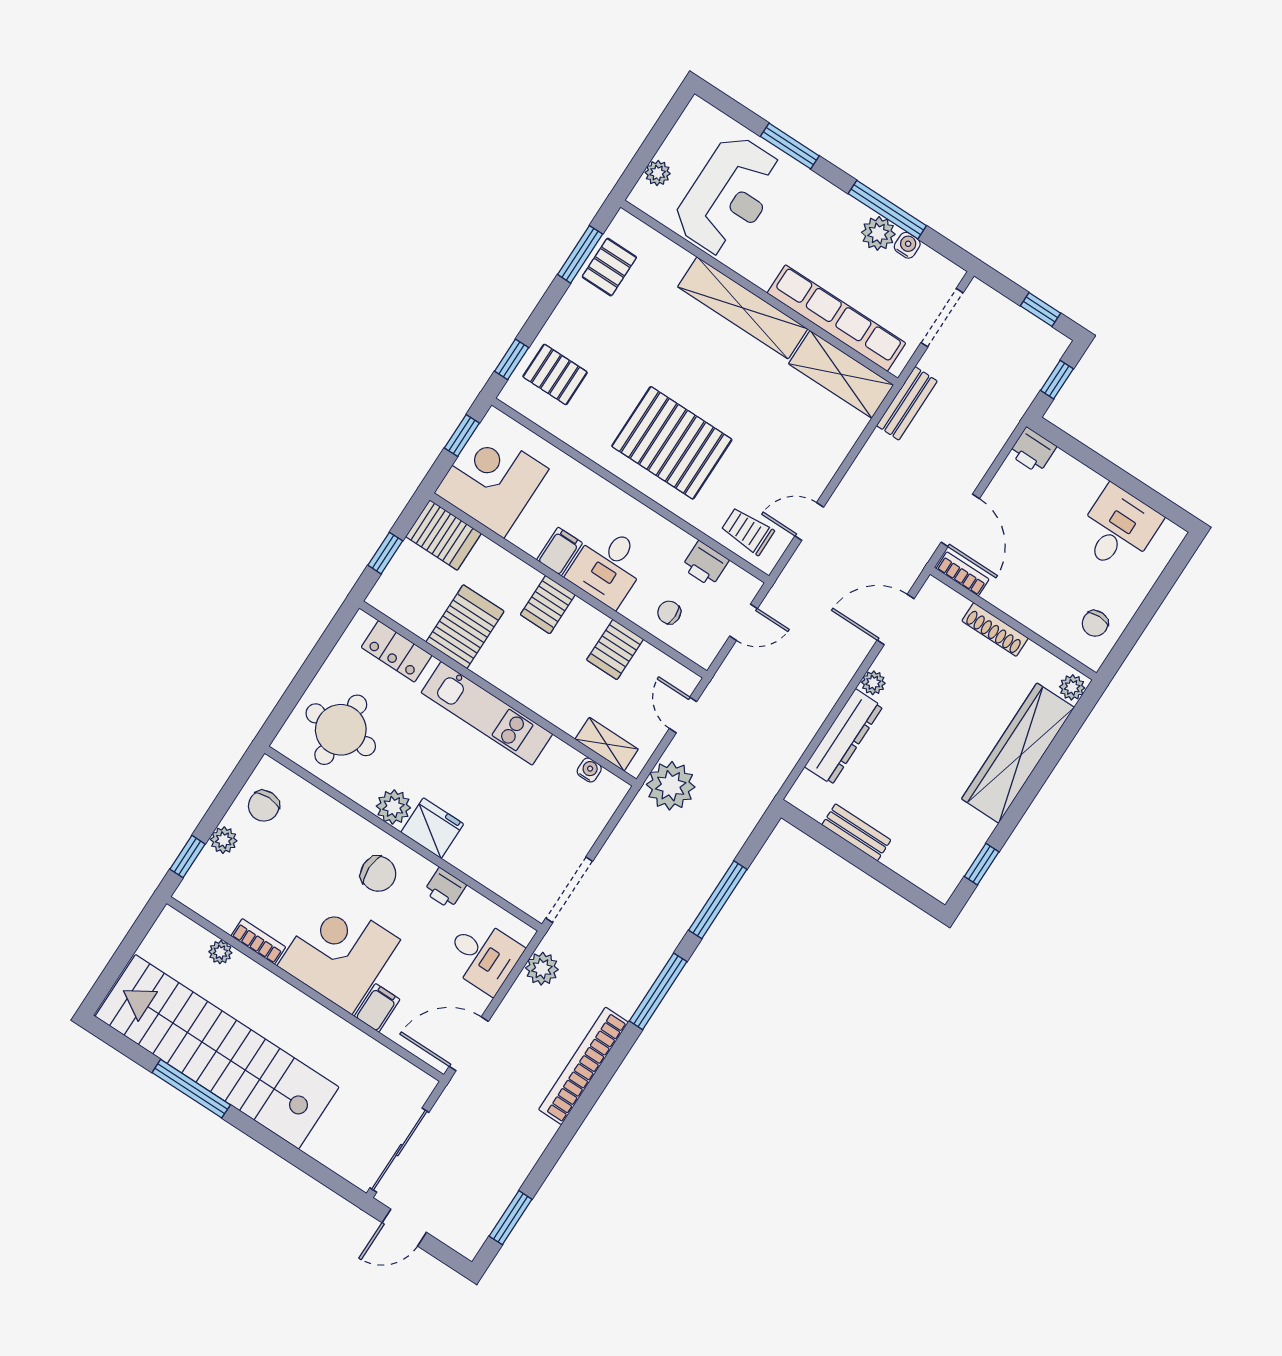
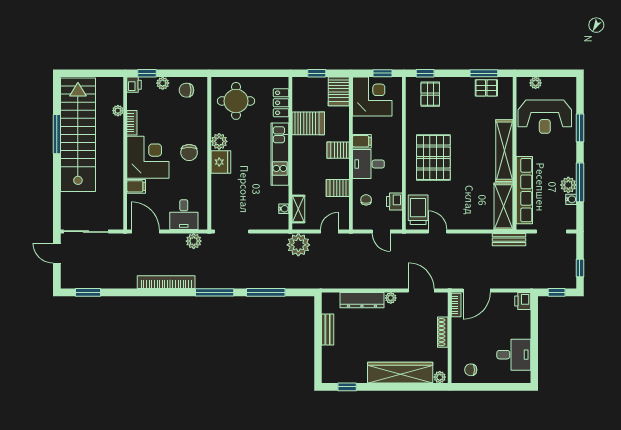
trolley: (748, 531) -> (418, 210), width x1.36, depth x1.39
printer: (445, 888) -> (134, 85), moved, turned 180

